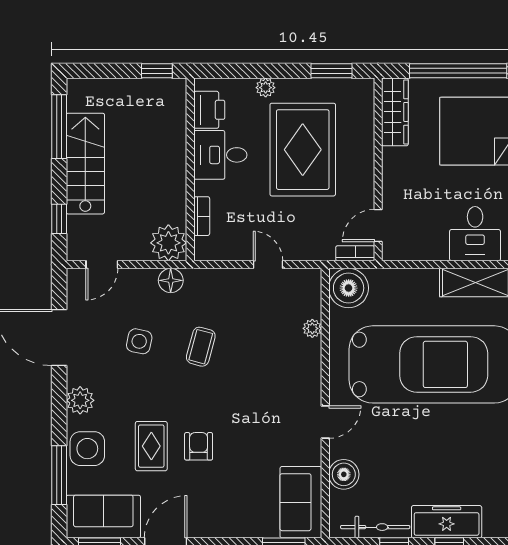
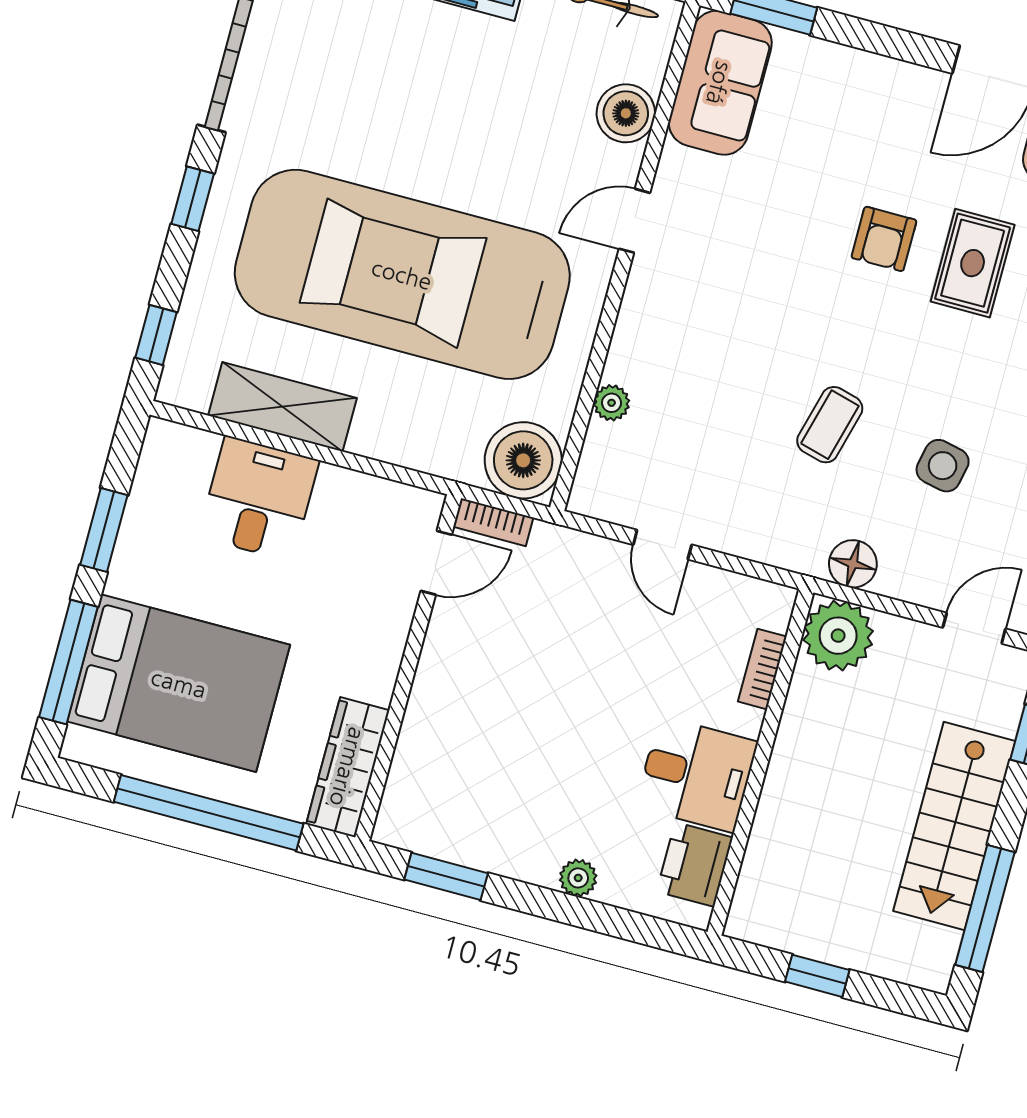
window: (157, 71) -> (817, 976), moved
rug: (303, 150) -> (540, 743), removed

